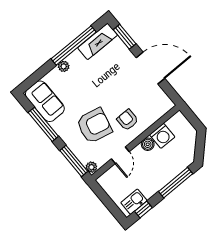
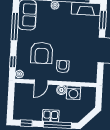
armchair: (94, 126) -> (42, 53), turned 77
window: (74, 161) -> (13, 62), width x0.46
kitchen sink: (134, 202) -> (51, 116), moved

